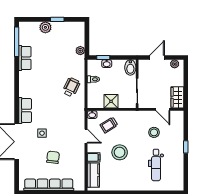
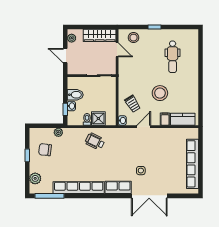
plant: (45, 27) -> (35, 178), moved
row of seats: (25, 58) -> (79, 188), width x2.02
bidet: (130, 67) -> (75, 95), moved
wardrobe: (177, 97) -> (100, 35), width x1.50
shower: (111, 101) -> (98, 119), moved
door: (163, 109) -> (117, 50), hinge flipped
stool: (154, 132) -> (134, 38), moved
chair: (53, 157) -> (45, 150), moved
dental chair: (156, 165) -> (173, 57), turned 90

